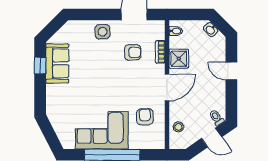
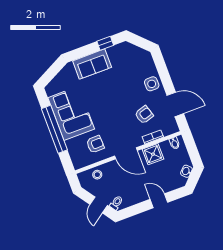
armchair: (133, 52) -> (144, 115), turned -107
sofa: (57, 63) -> (92, 64), moved
door: (231, 71) -> (159, 201), hinge flipped

